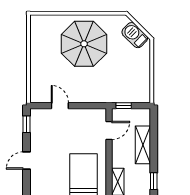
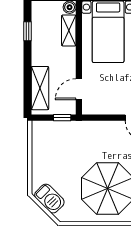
shelving: (143, 145) -> (40, 88), moved

